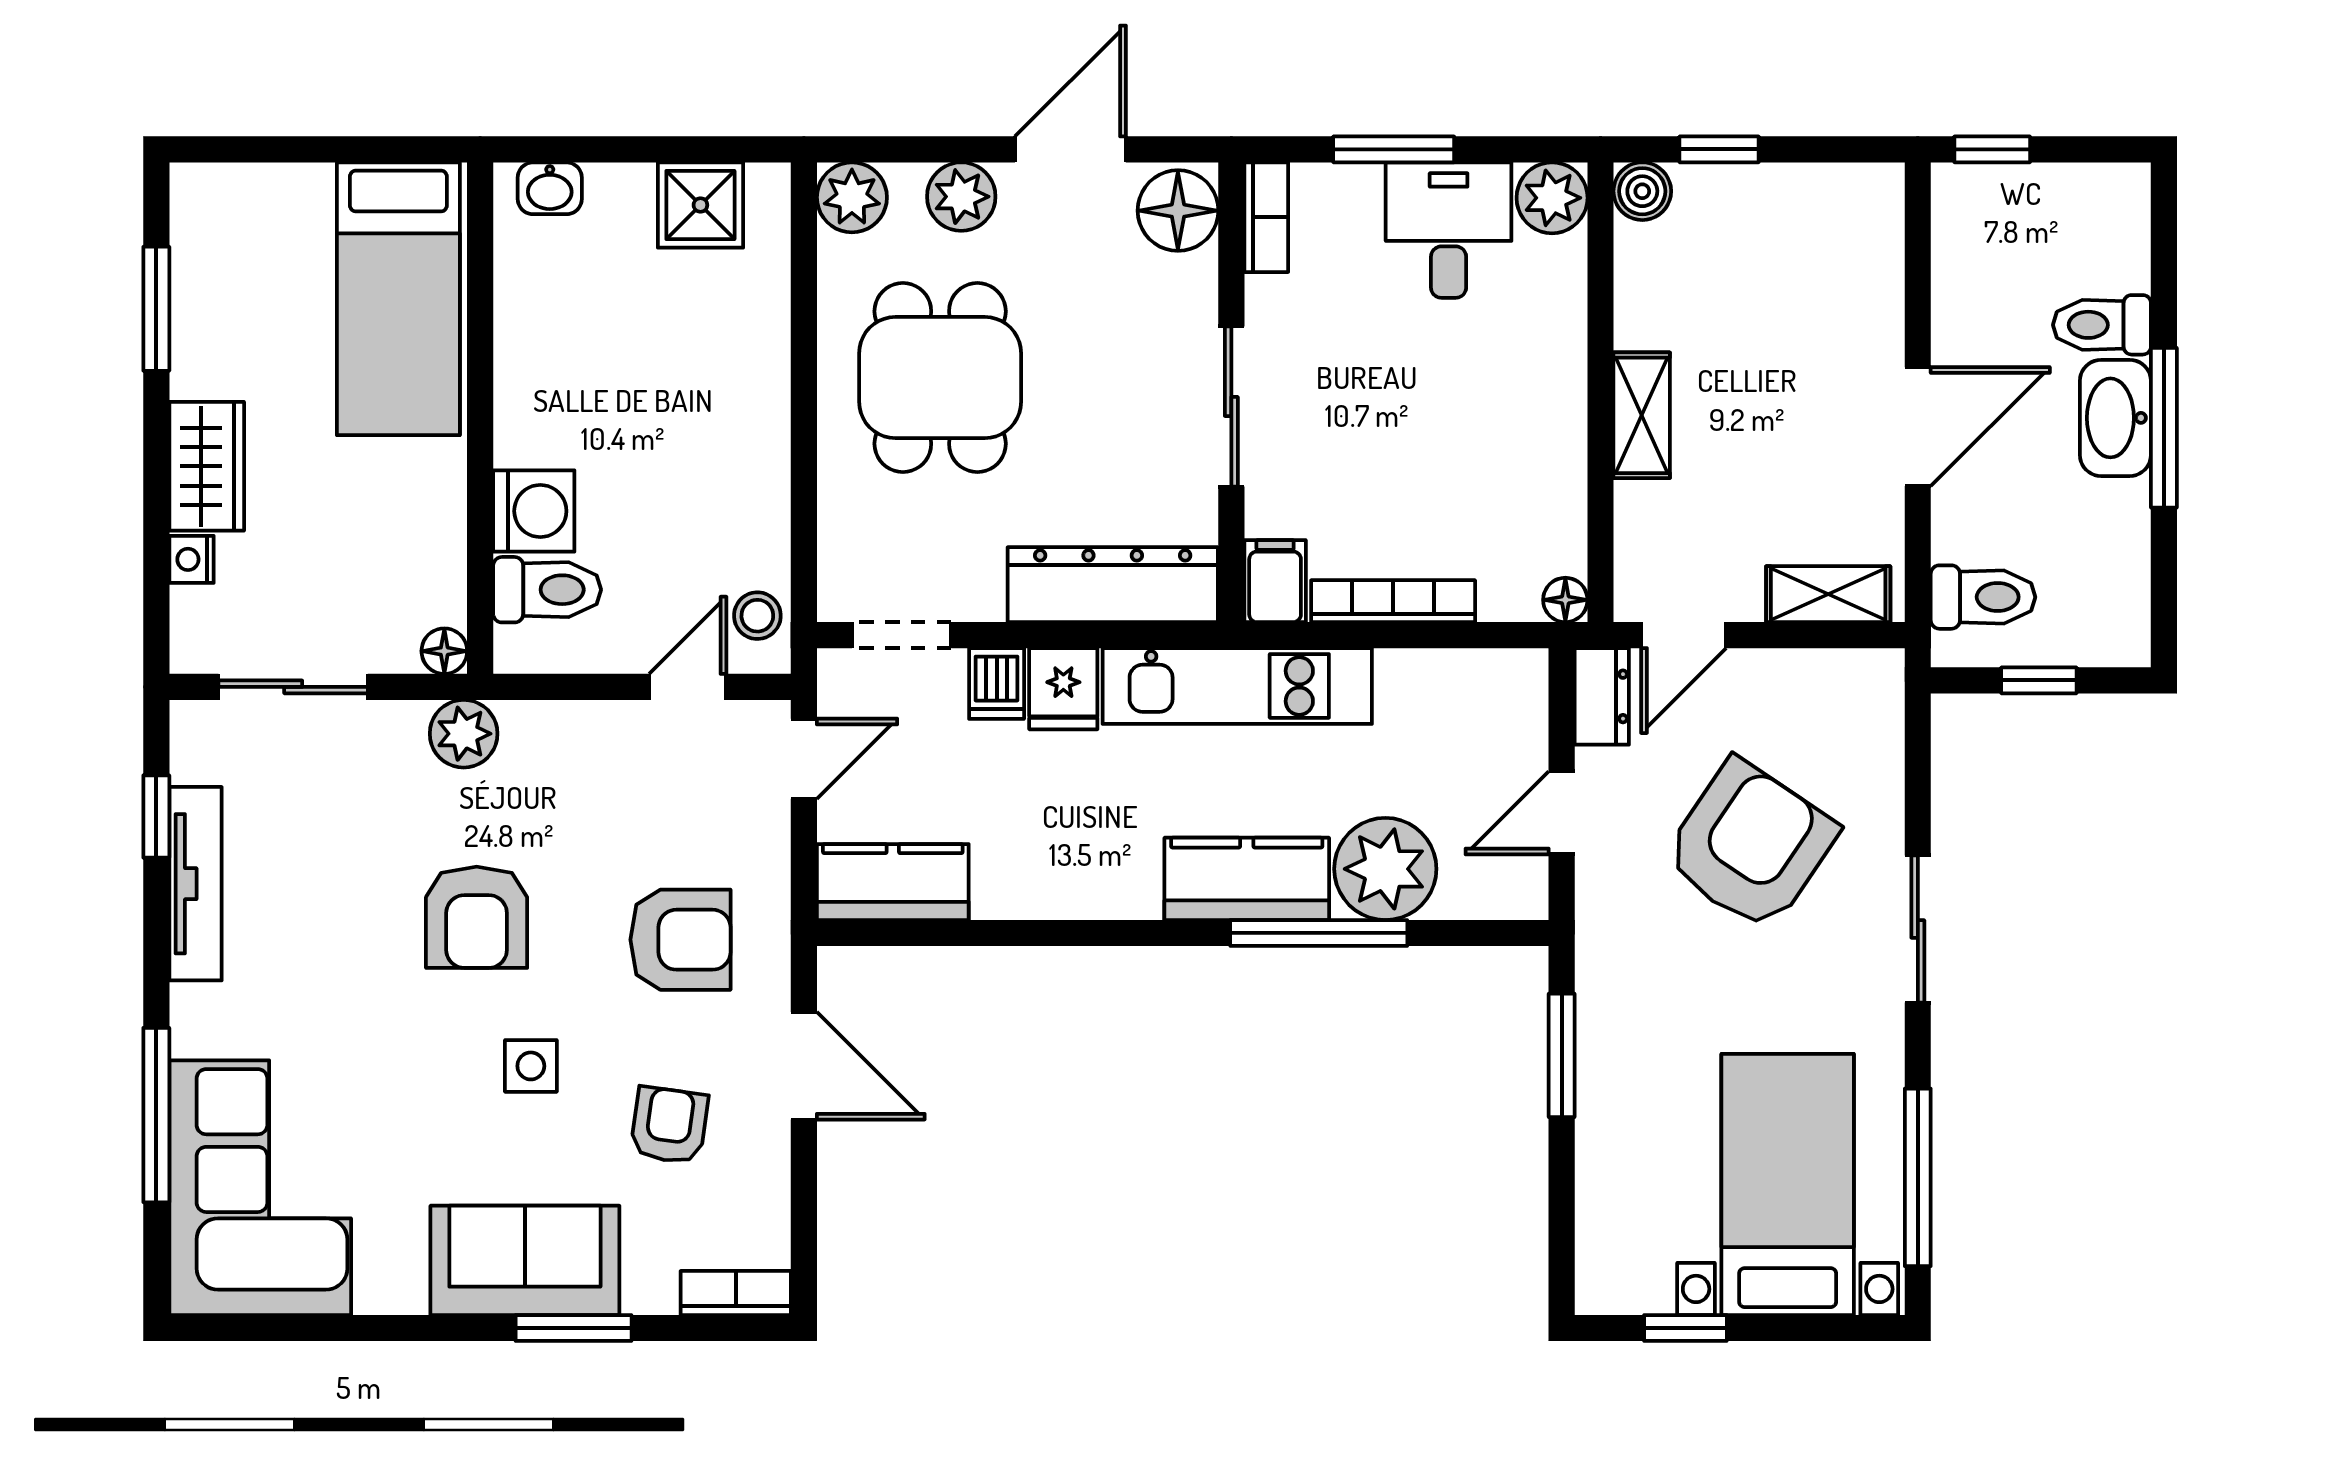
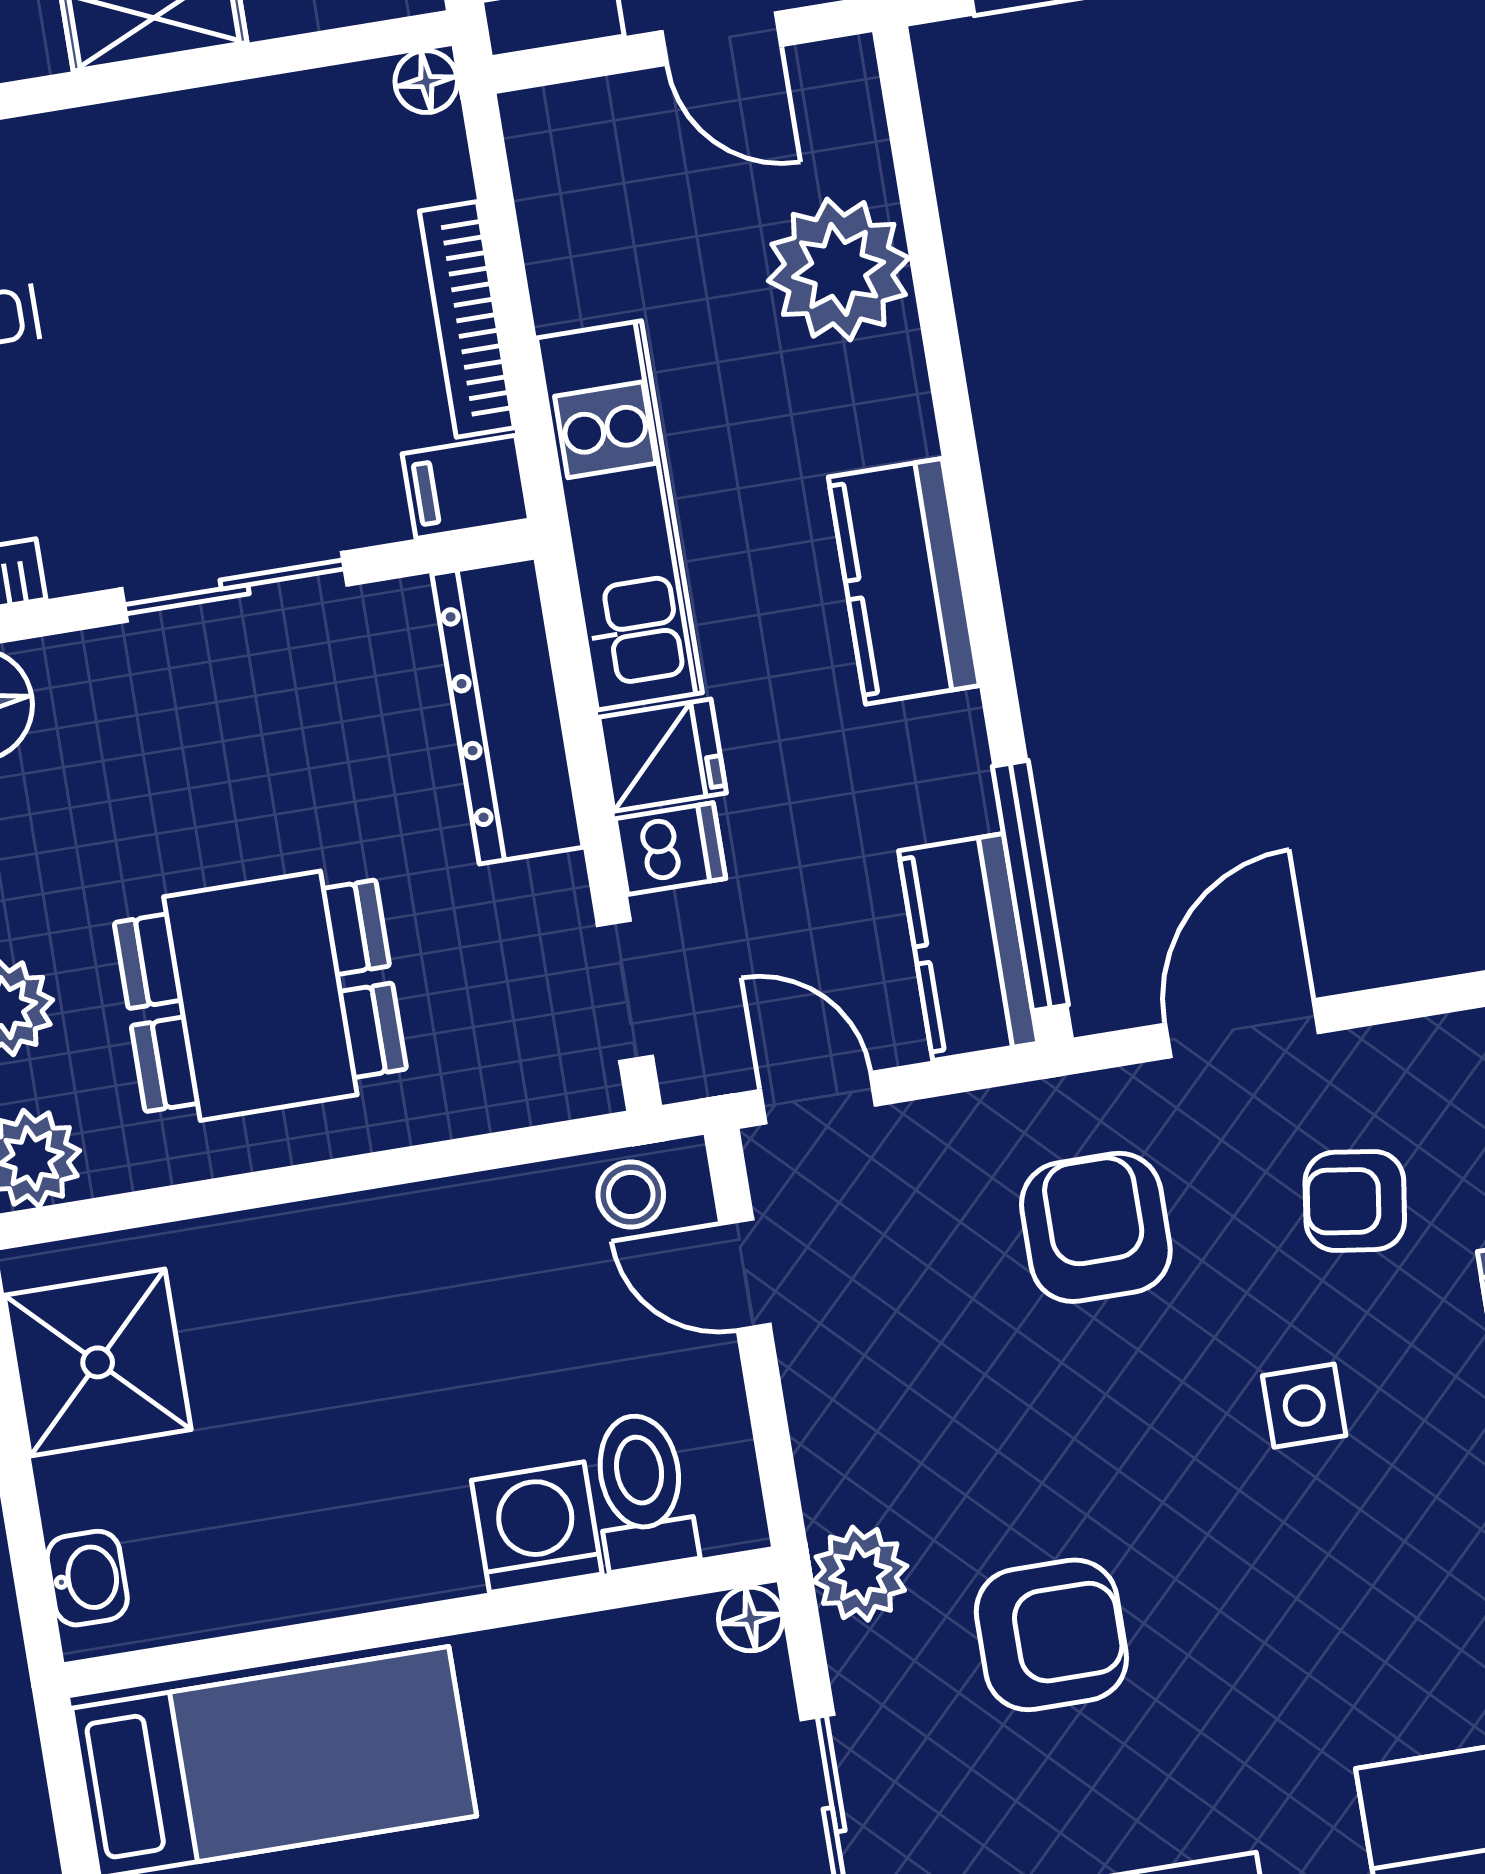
shower: (700, 205) -> (98, 1362), width x1.36, depth x1.36
kitchen counter: (1247, 879) -> (904, 581), moved
armchair: (477, 917) -> (1051, 1635), moved
window: (1319, 933) -> (1030, 886), moved

